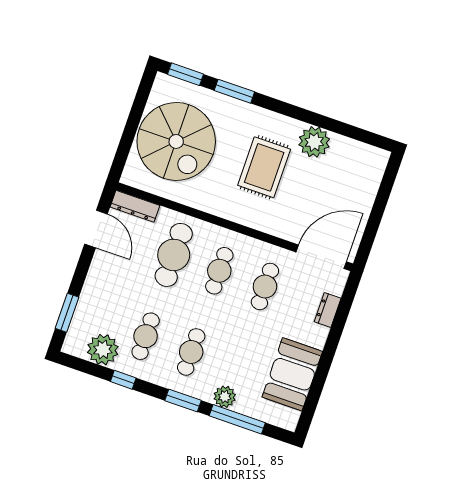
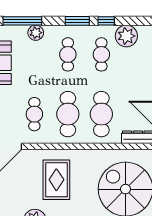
rug: (264, 167) -> (56, 180), moved
cafe table: (219, 271) -> (68, 114), width x1.37, depth x1.35
window: (183, 400) -> (77, 21), moved

